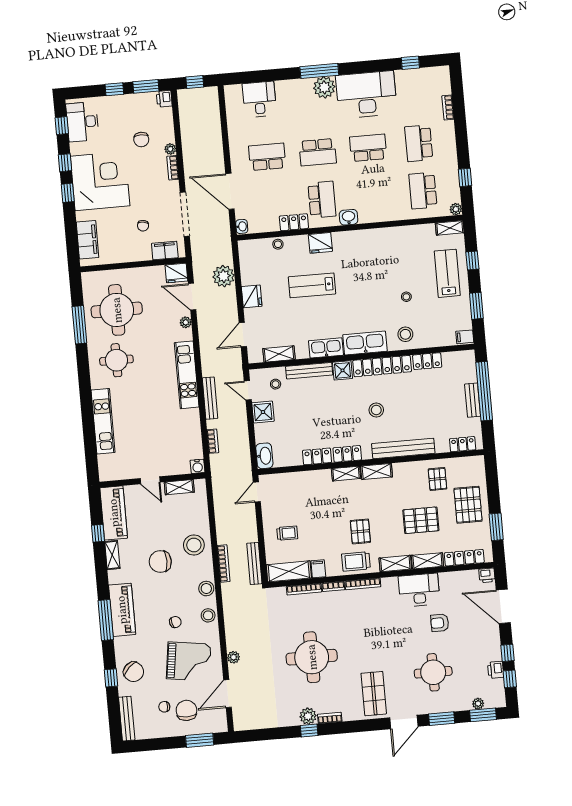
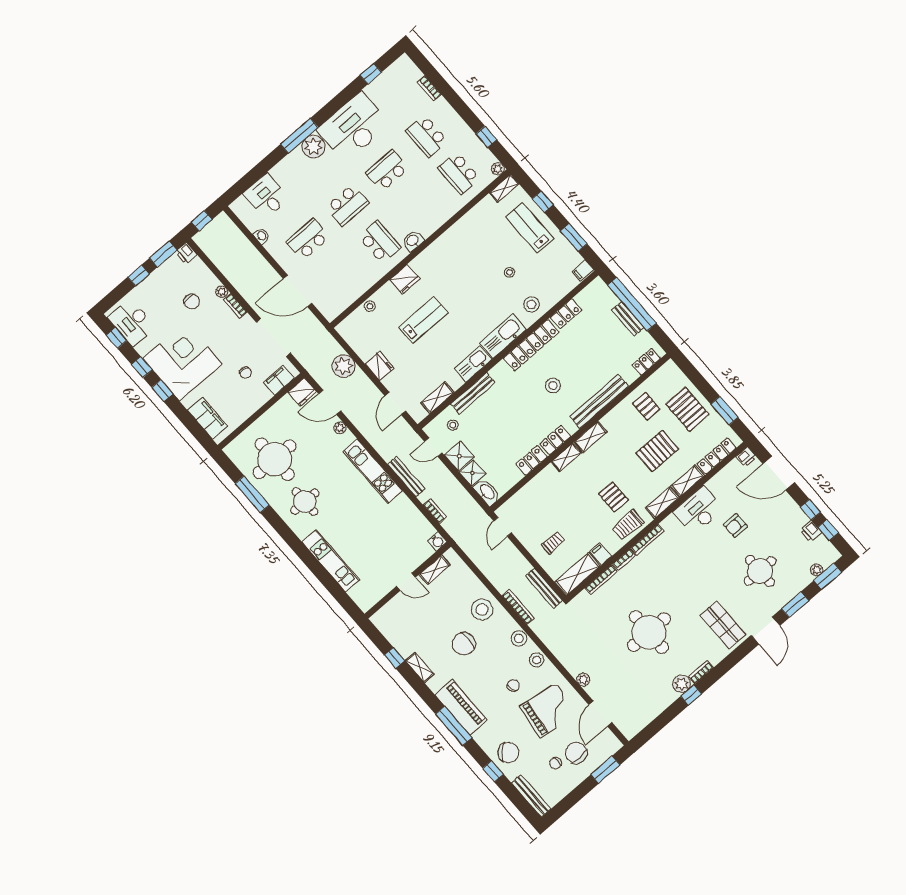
locker: (294, 222) -> (370, 278), removed
washbasin: (242, 226) -> (261, 236), moved
lab bench: (312, 285) -> (423, 320), turned 180
shower: (343, 370) -> (472, 473), moved
piano: (114, 513) -> (395, 631), removed

